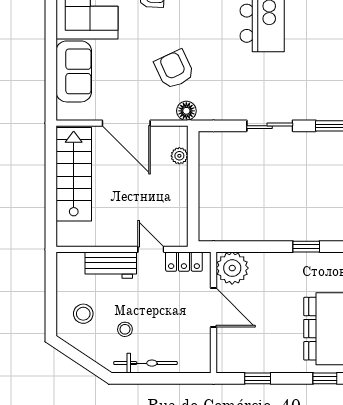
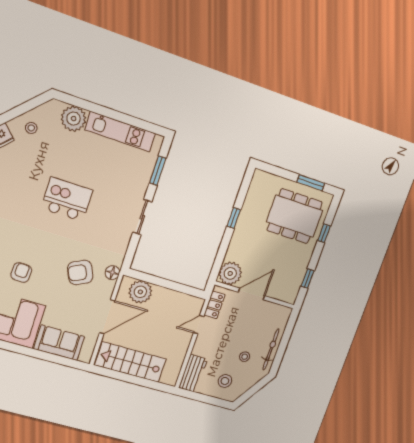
plant: (179, 156) -> (140, 292), width x1.87, depth x1.87
workbench: (111, 265) -> (193, 373), moved

